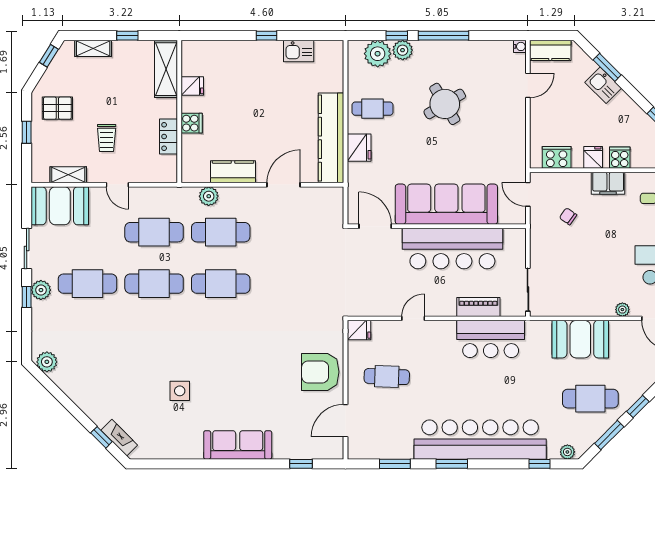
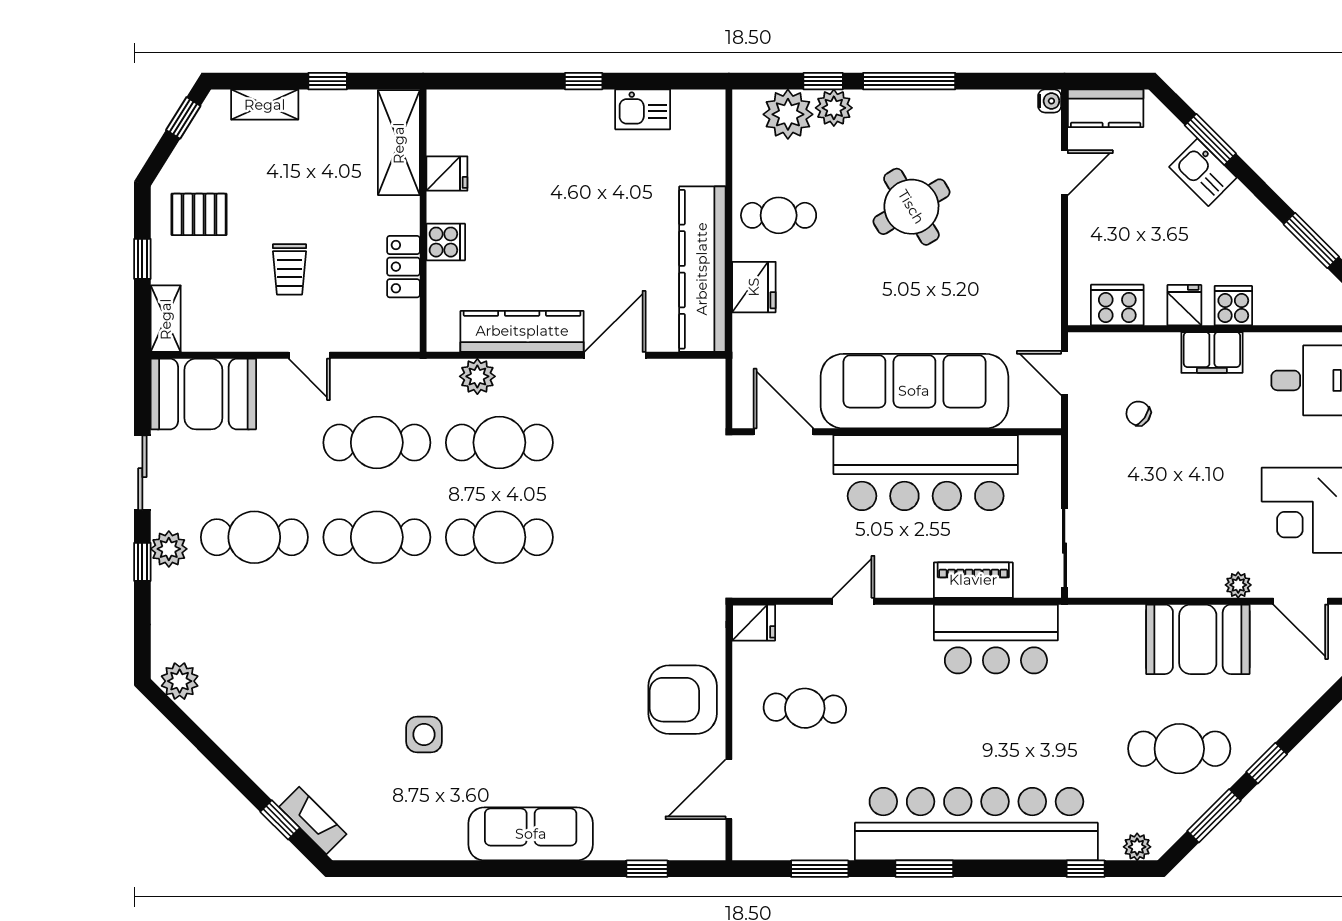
kitchen counter: (233, 172) -> (522, 331), width x1.50
shelving: (68, 175) -> (166, 319), moved, turned 90
booth: (580, 339) -> (1198, 639), moved

